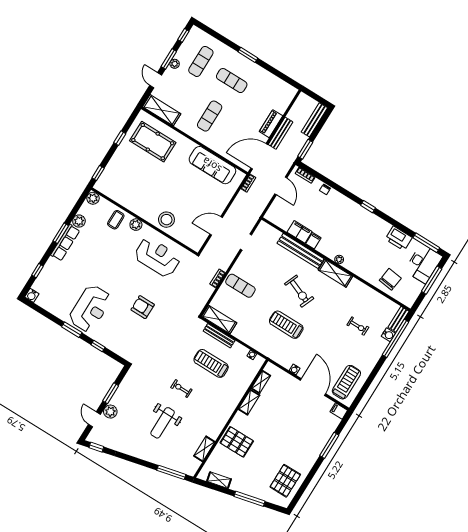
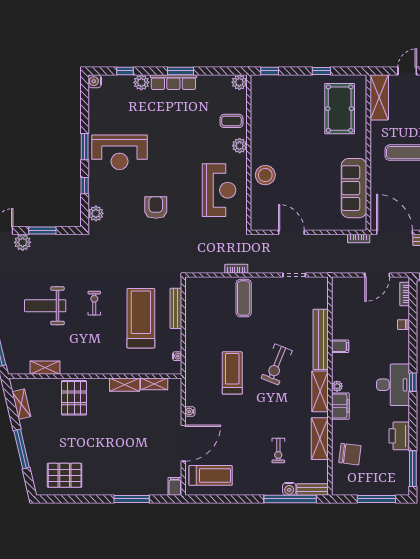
plant: (79, 221) -> (141, 82), moved
filing cabinet: (300, 232) -> (340, 406), moved
desk: (423, 264) -> (393, 385), moved, turned -90
shelving: (219, 319) -> (320, 439), moved
plant: (121, 350) -> (96, 213), added
treadmill: (211, 363) -> (141, 318), width x1.37, depth x1.38

